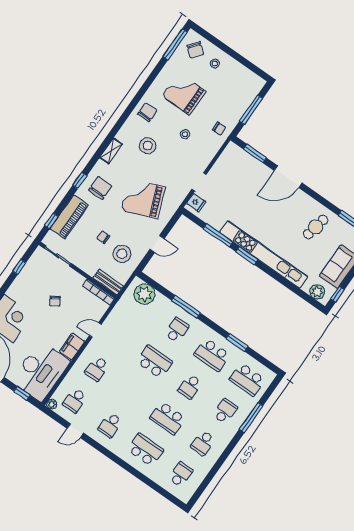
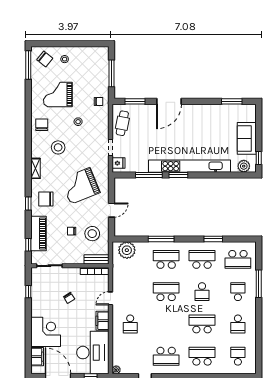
chair: (100, 188) -> (46, 199), turned -90
cafe table: (316, 227) -> (122, 123), moved
school desk: (177, 330) -> (166, 259), width x1.85
school desk: (212, 355) -> (202, 259), turned 180
school desk: (75, 400) -> (130, 356), removed
school desk: (168, 418) -> (202, 324), turned 180
school desk: (110, 425) -> (166, 356), width x1.85

